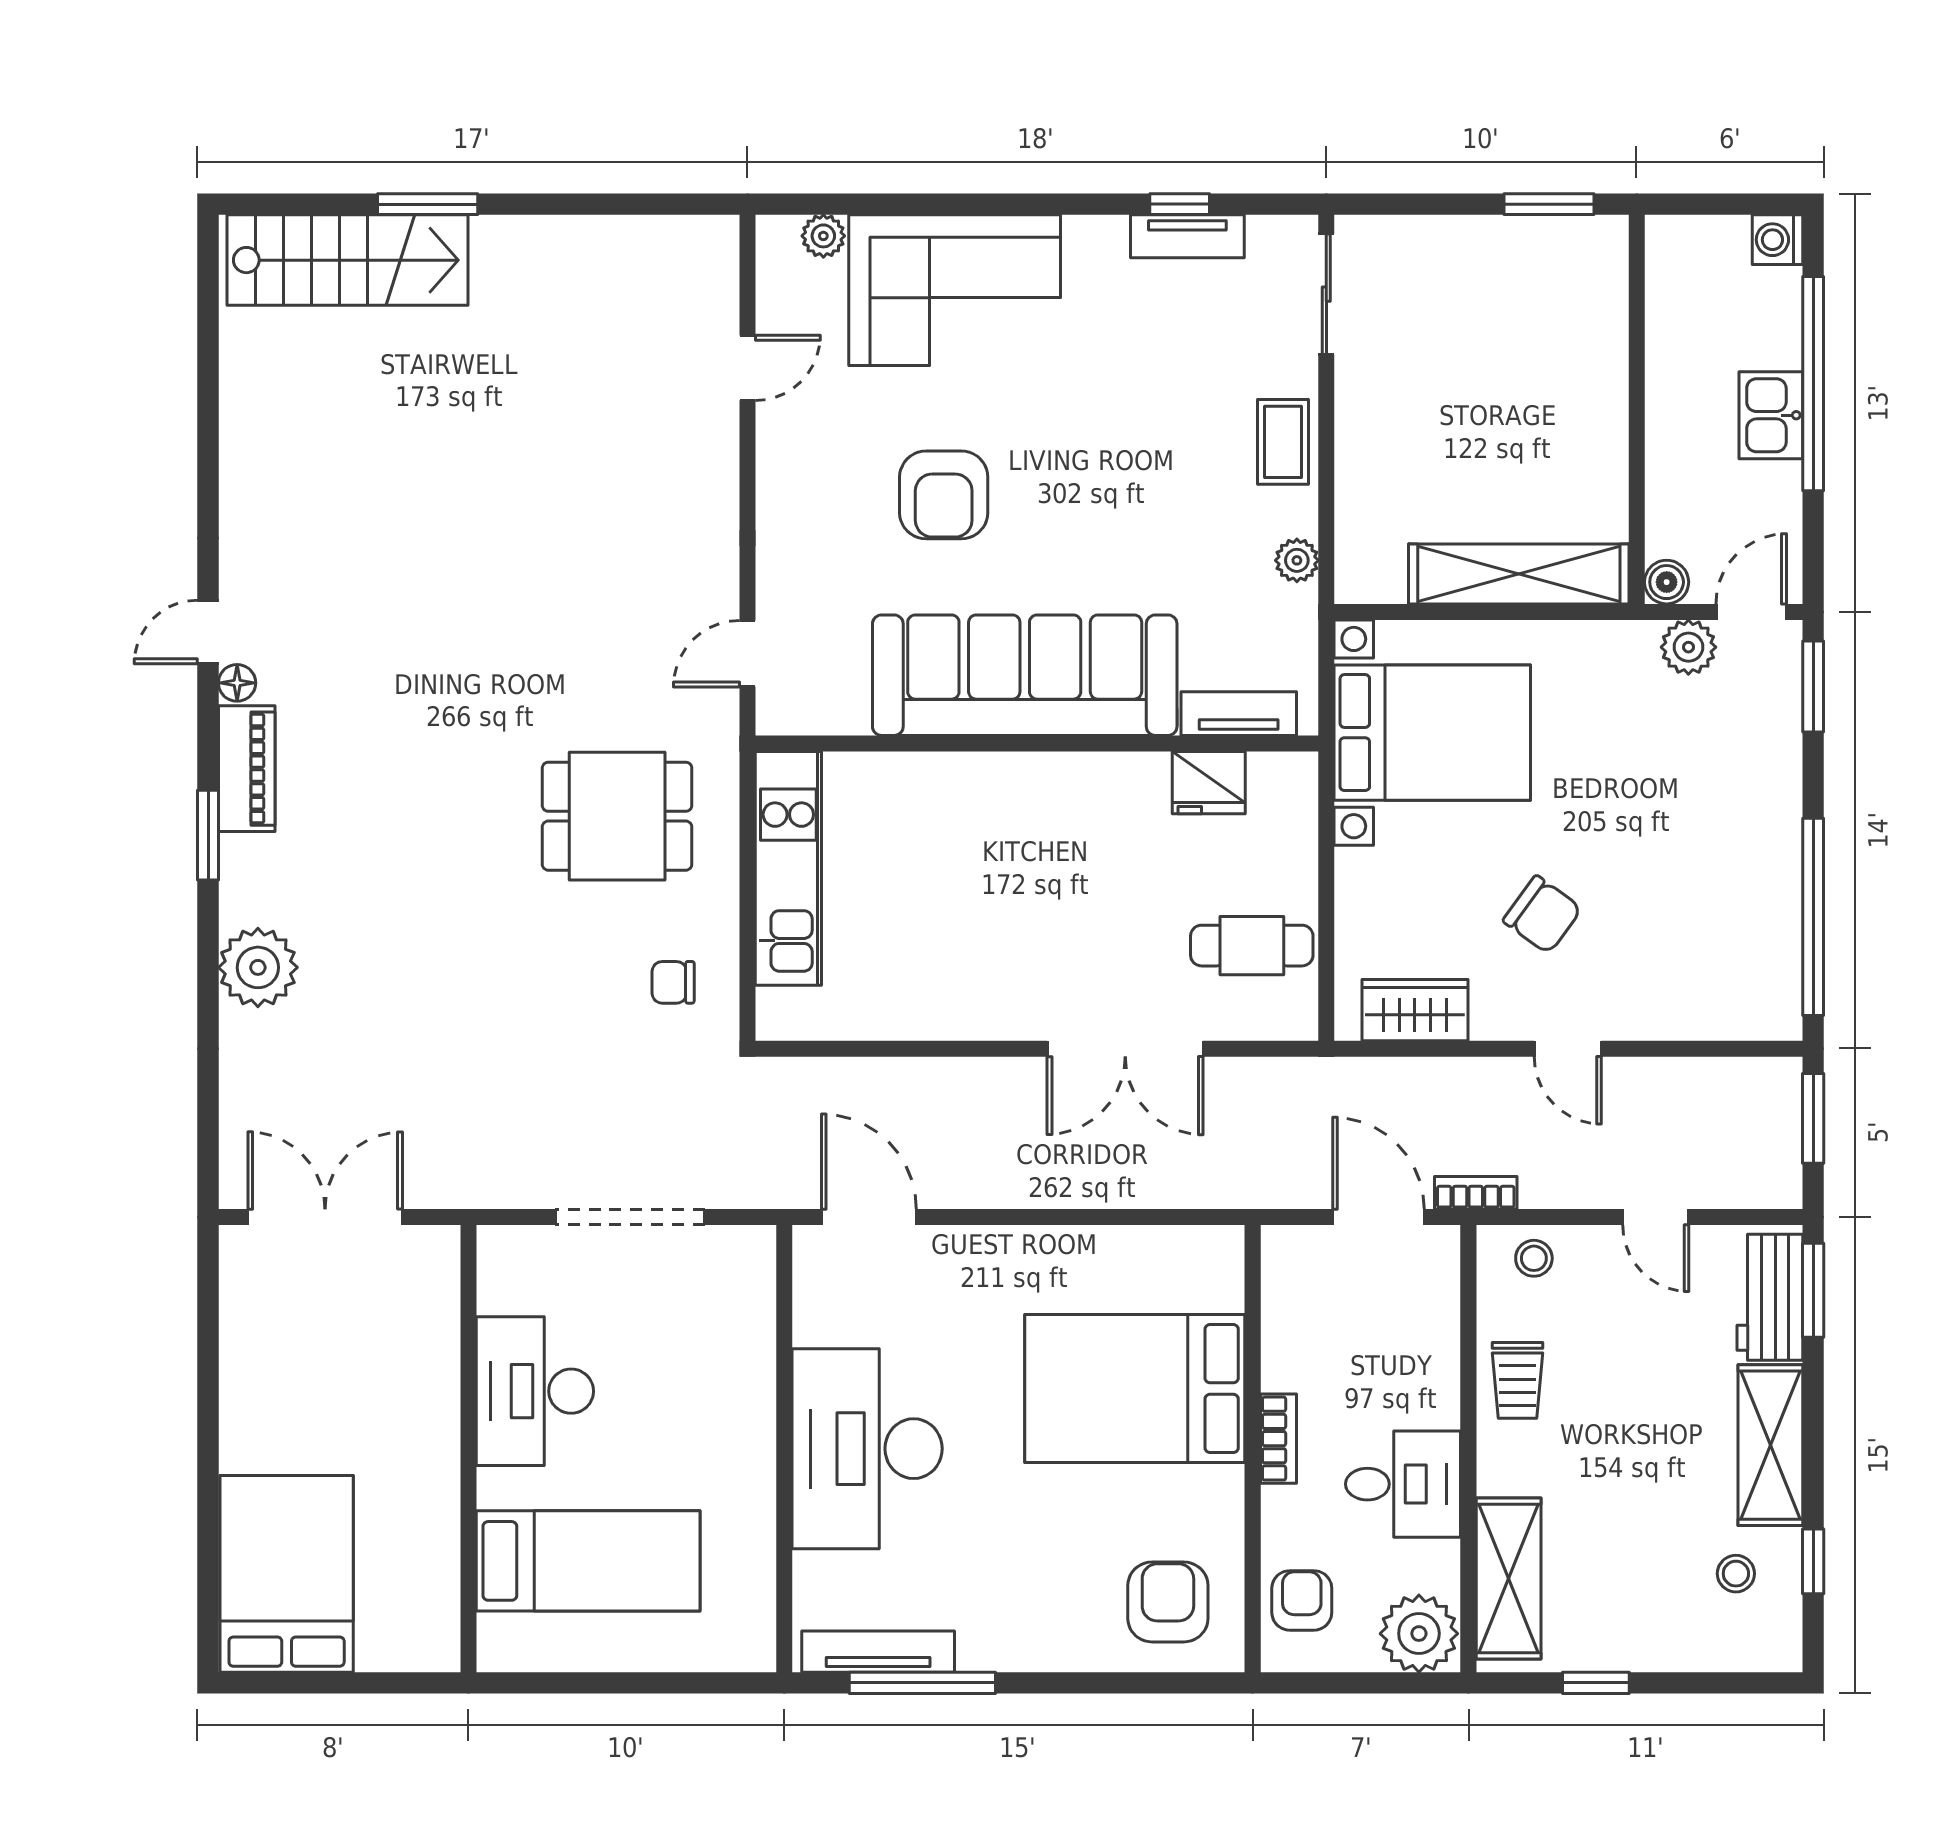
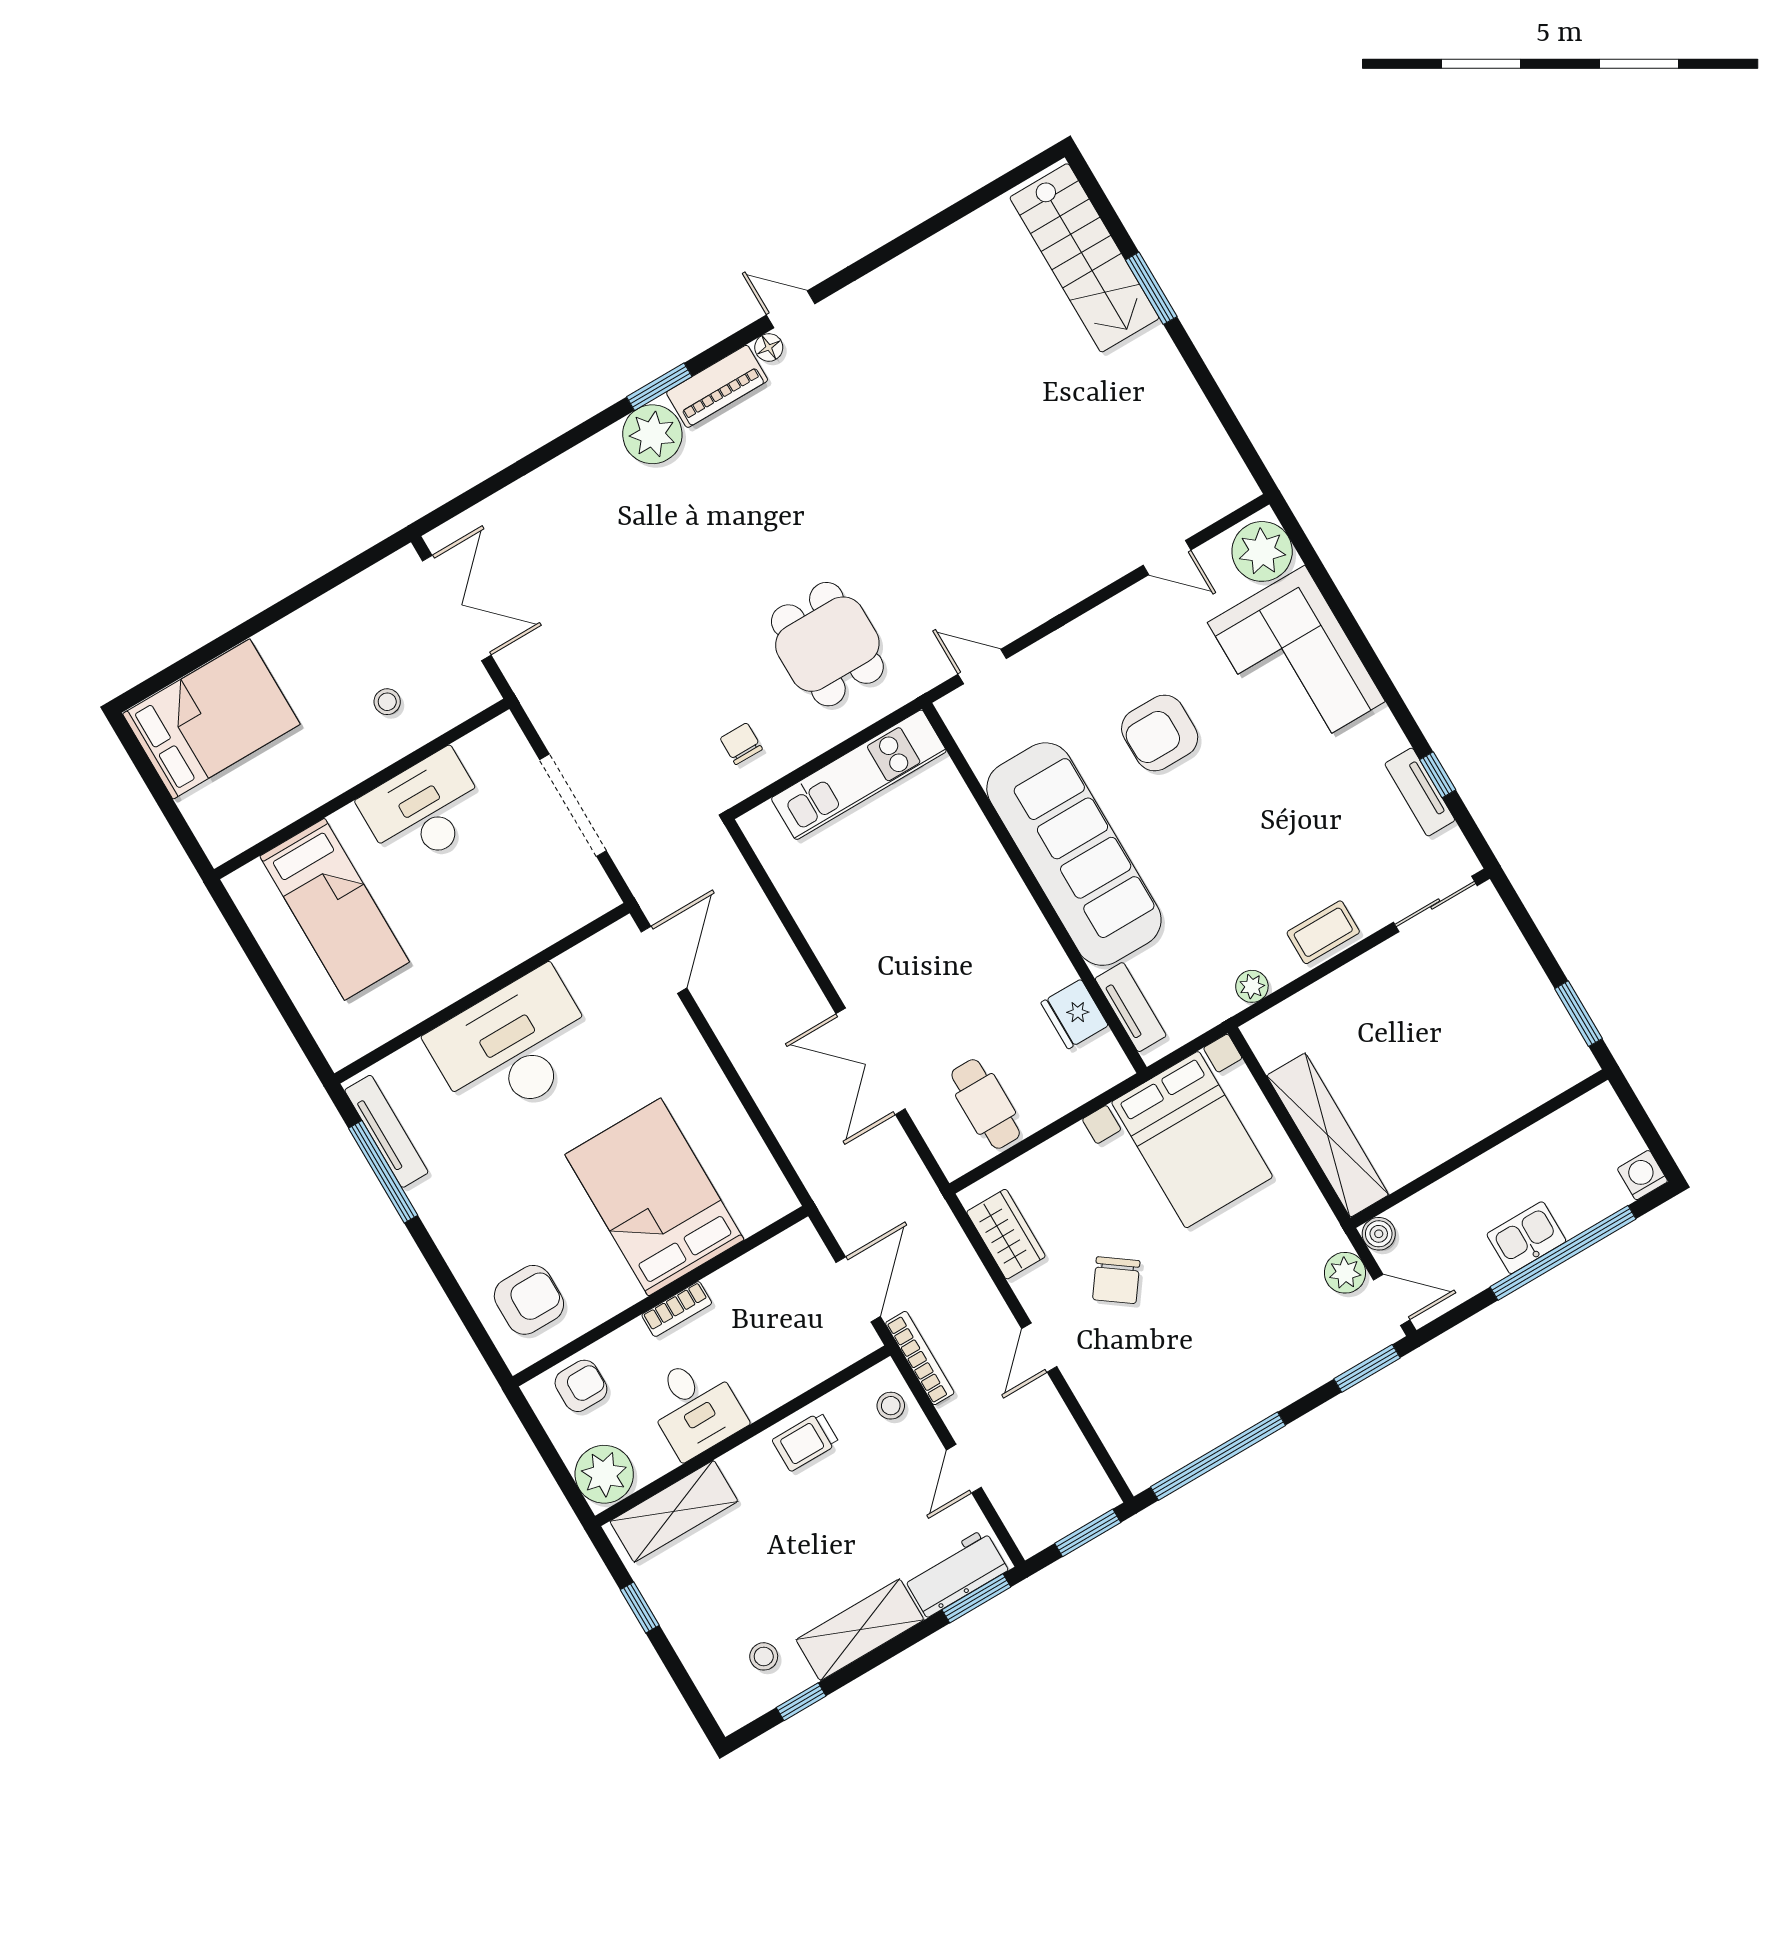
plant: (823, 236) -> (1262, 551), width x1.88, depth x1.88
plant: (258, 967) -> (652, 434), moved
bookcase: (1476, 1193) -> (920, 1358), width x1.56
stool: (386, 1360) -> (387, 702), added

